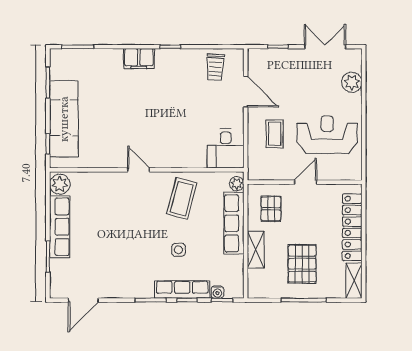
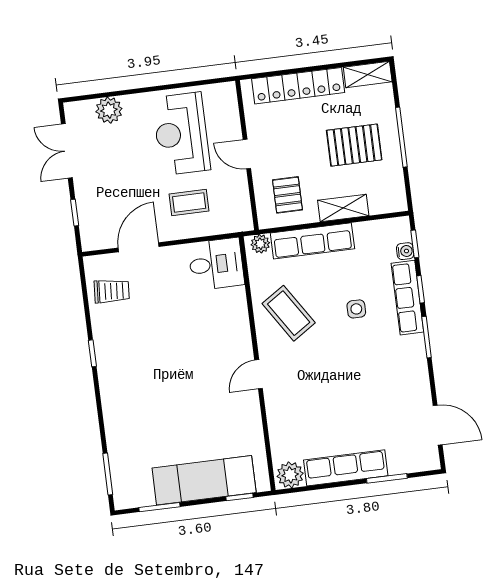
filing cabinet: (139, 59) -> (113, 392), removed
coffee table: (182, 198) -> (289, 313), turned 42
pallet: (271, 209) -> (287, 195), turned 90

